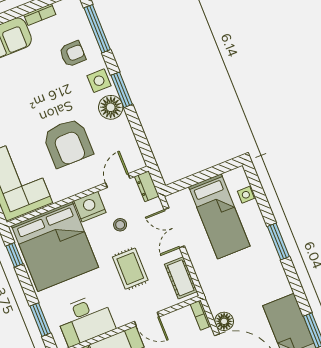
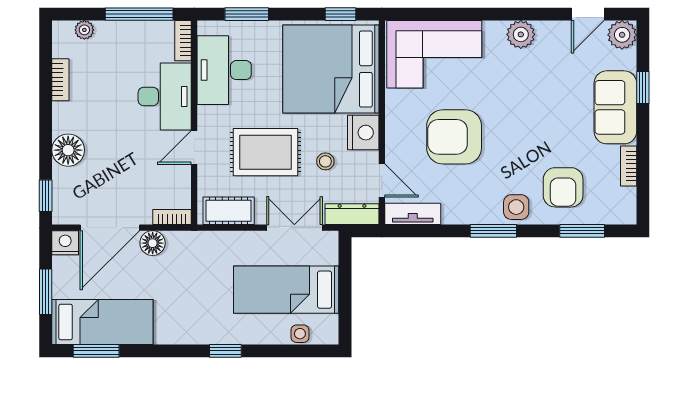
window: (97, 29) -> (582, 231), width x0.69
armchair: (72, 54) -> (563, 187), width x1.38, depth x1.38
floor lamp: (111, 107) -> (477, 208), removed
tv unit: (132, 150) -> (413, 214), added
dresser: (147, 186) -> (352, 214), width x1.44
window: (278, 241) -> (225, 351), width x0.67
rug: (130, 269) -> (266, 152), width x1.36, depth x1.43

